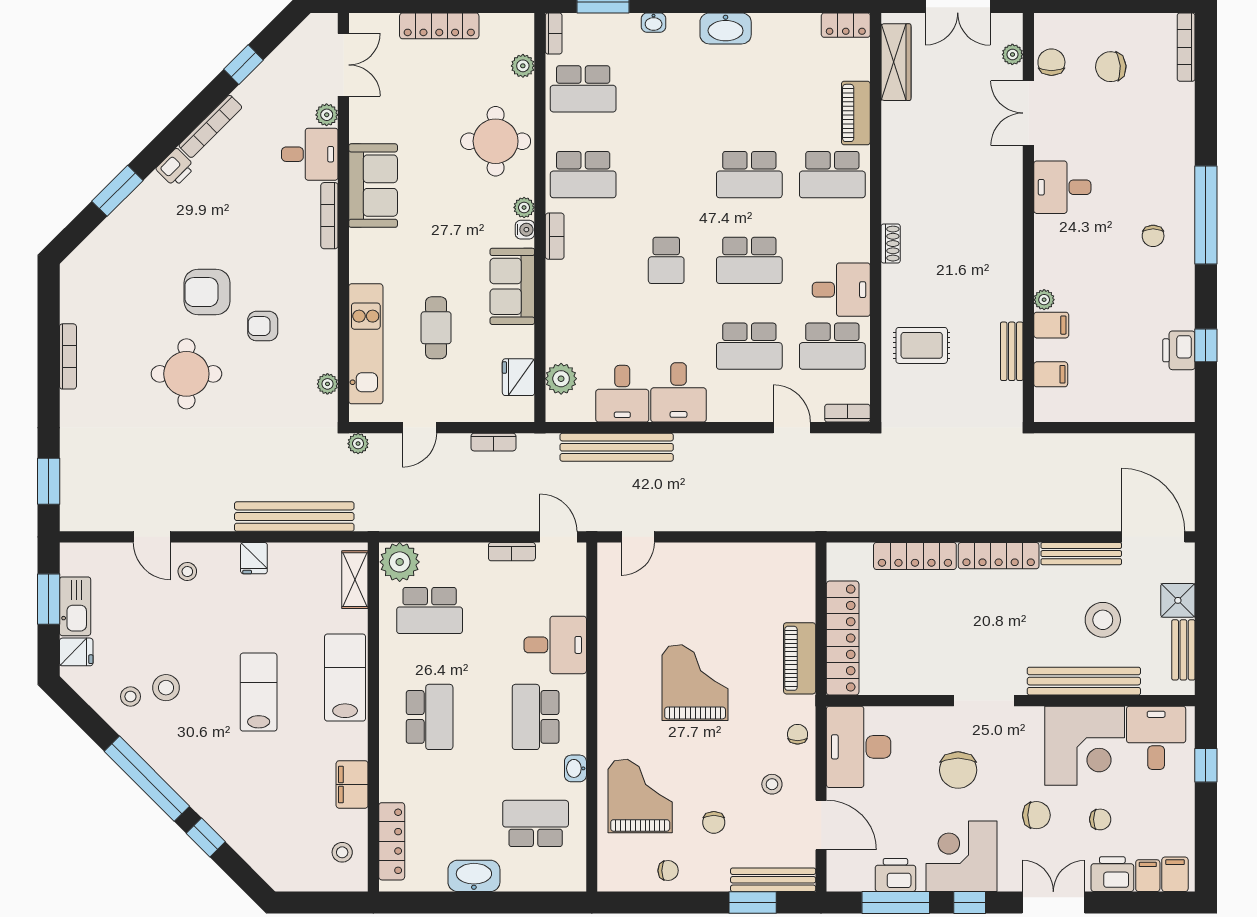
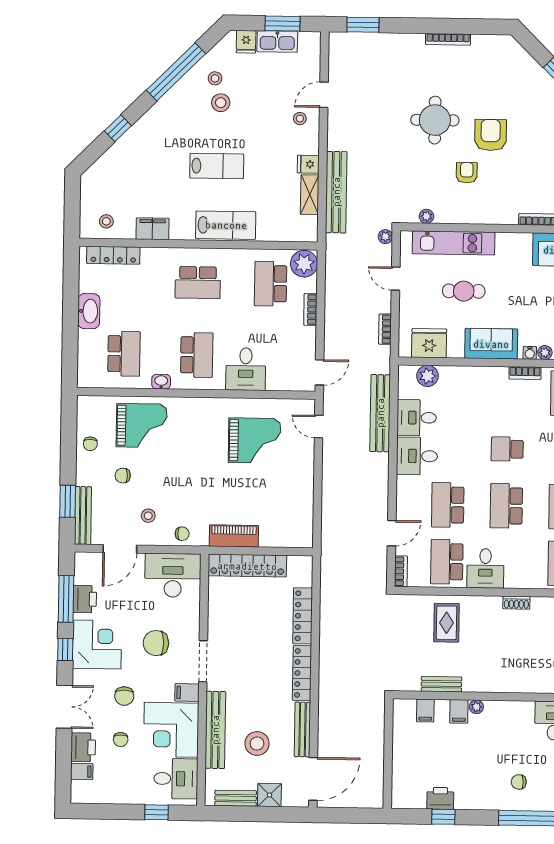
fridge: (518, 377) -> (429, 343), width x1.36, depth x1.34
bookcase: (512, 552) -> (310, 309), moved
shelving: (355, 580) -> (310, 195), moved, turned 90
grand piano: (695, 683) -> (255, 440), moved
school desk: (536, 717) -> (197, 355), turned 90
window: (147, 779) -> (176, 72), moved
filing cabinet: (1175, 874) -> (187, 693), moved, turned 180

